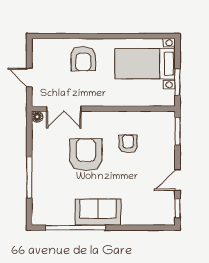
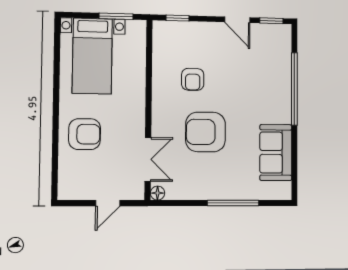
window: (177, 131) -> (178, 18), width x0.67
armchair: (128, 144) -> (193, 79), turned -90
sofa: (98, 212) -> (276, 153), moved
window: (76, 228) -> (294, 89), moved

